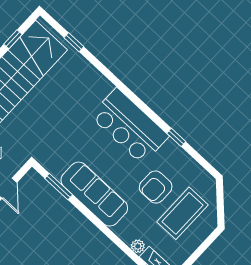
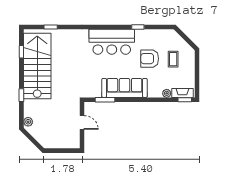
armchair: (156, 187) -> (150, 59), turned 90
coffee table: (182, 213) -> (173, 59), width x0.54, depth x0.58

